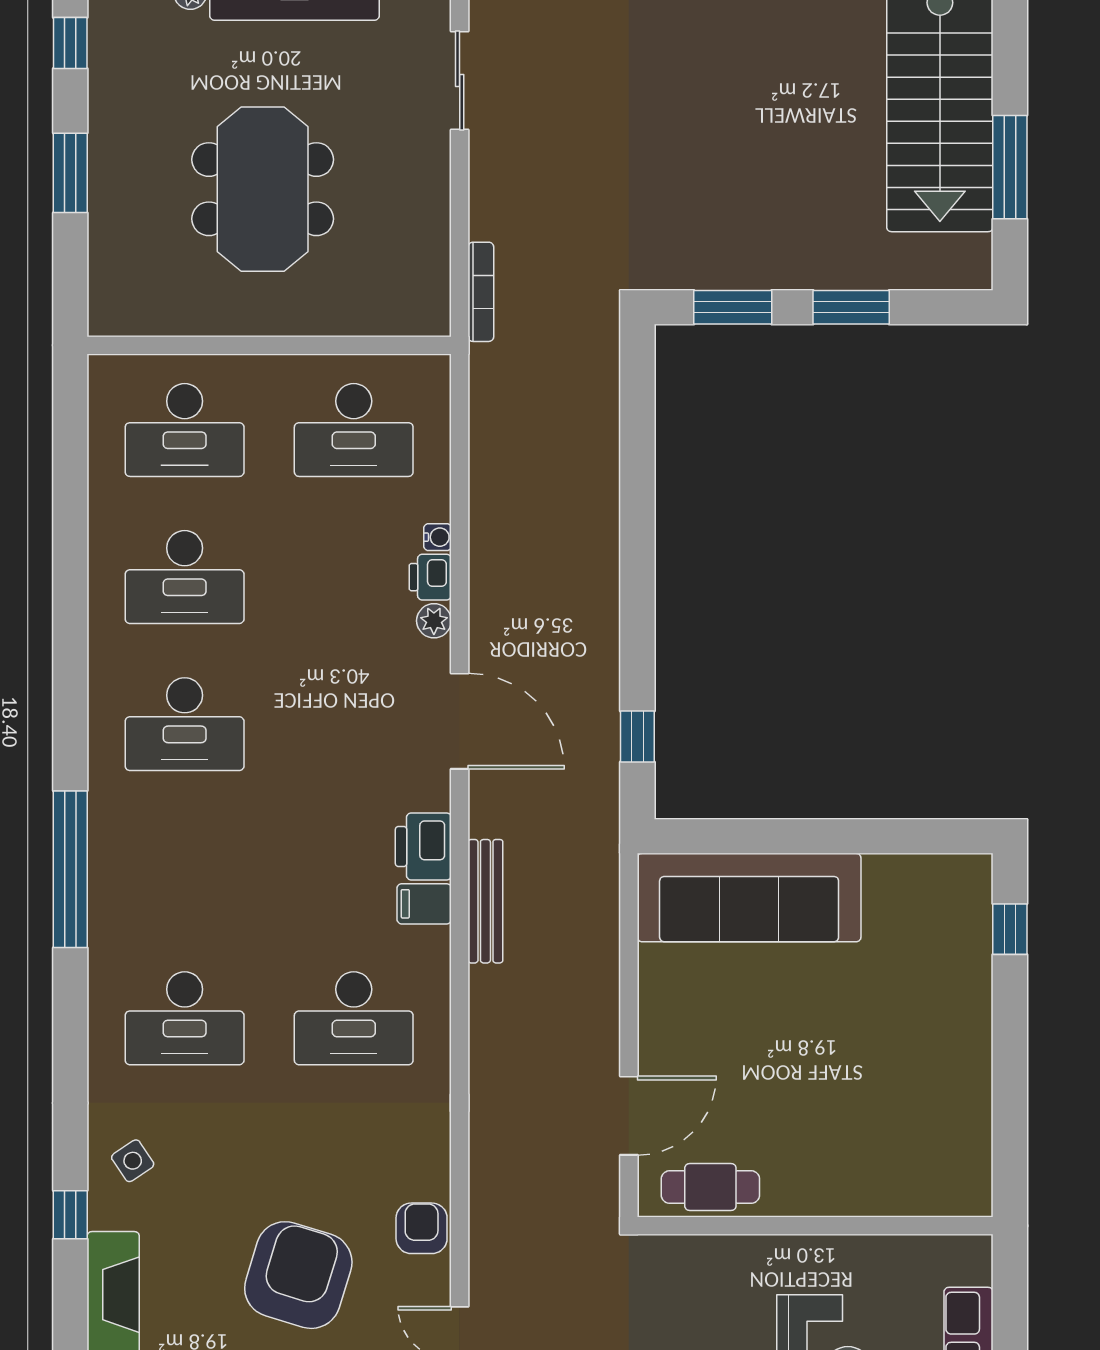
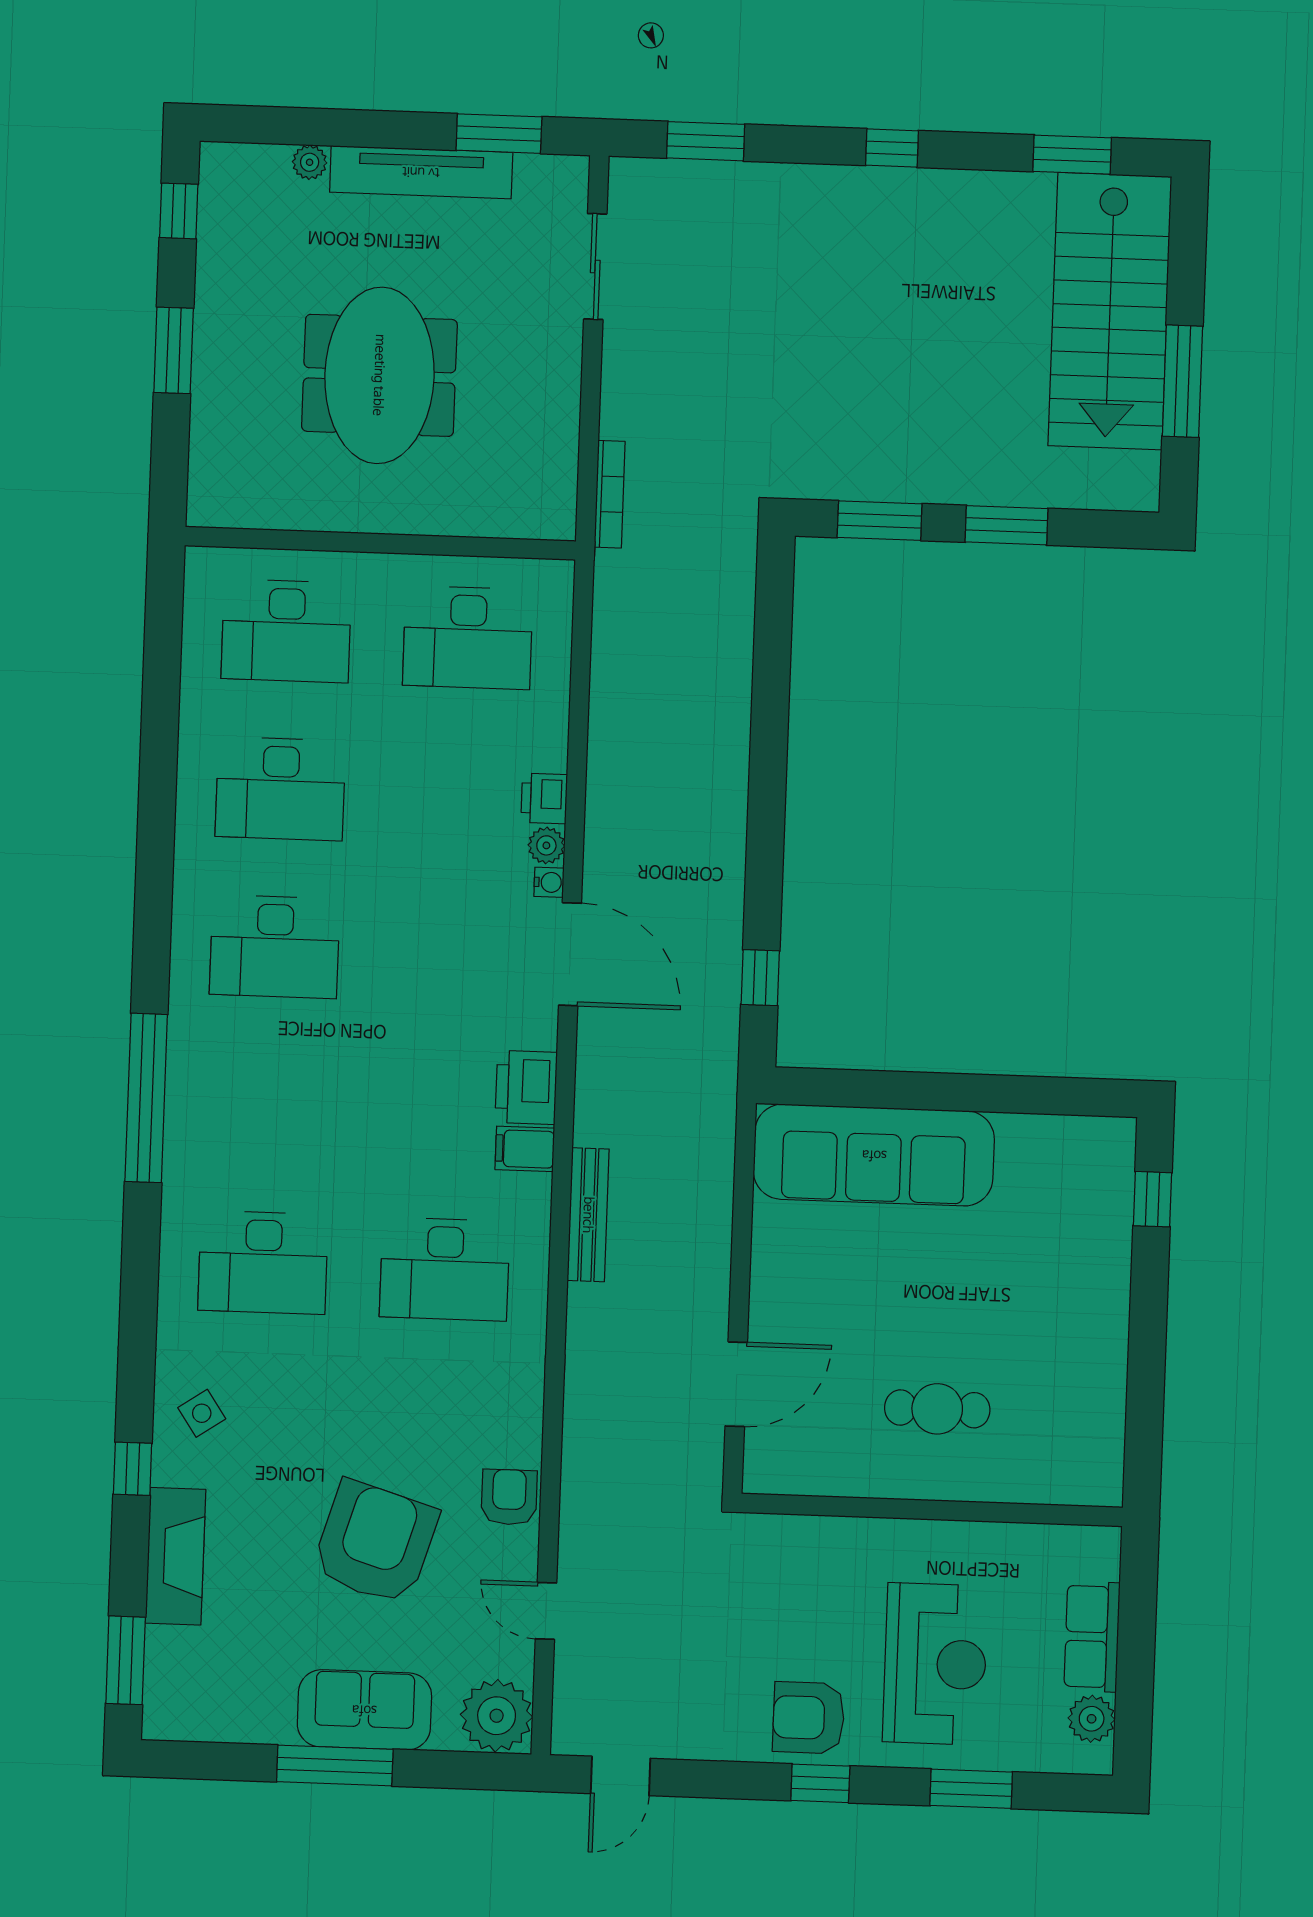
water cooler: (438, 537) -> (549, 882), moved
bench: (485, 901) -> (588, 1215), moved
cafe table: (710, 1187) -> (937, 1409), moved

